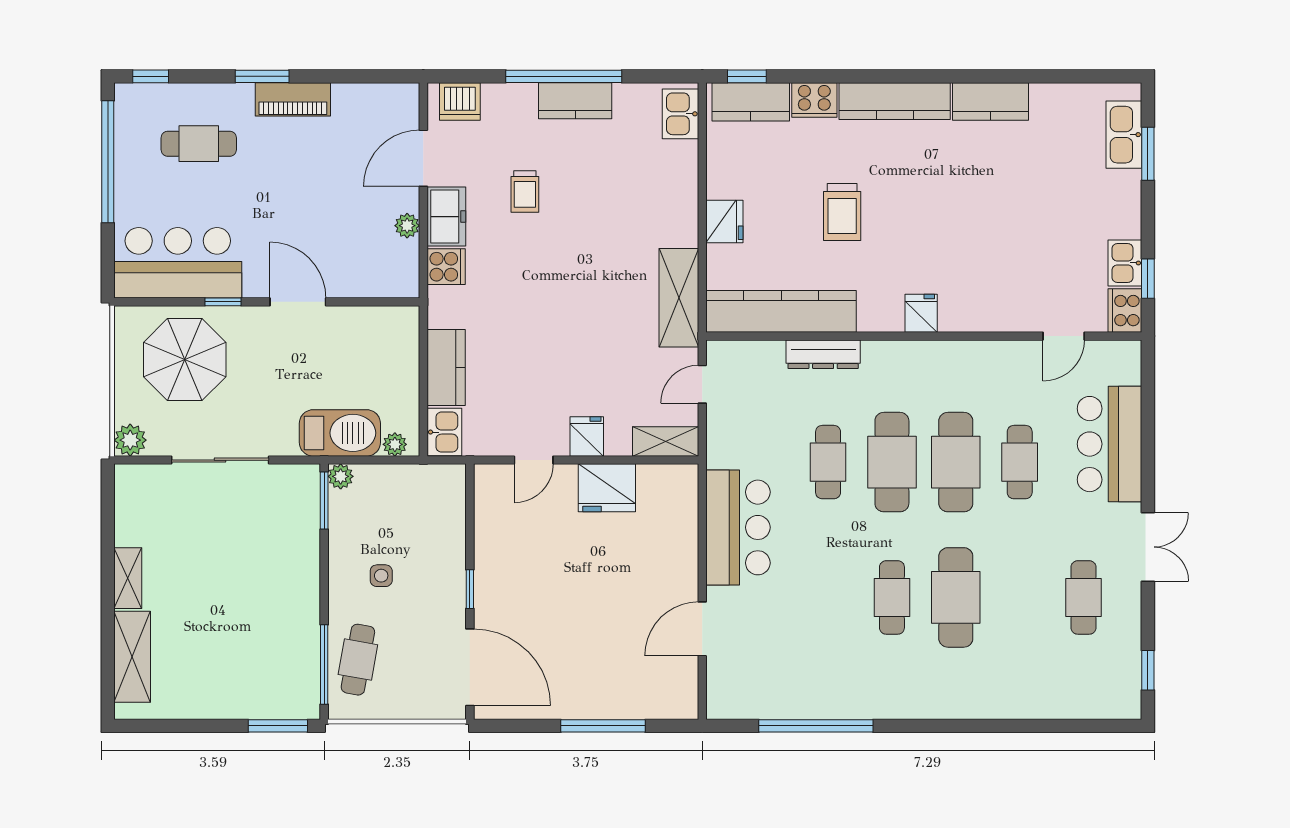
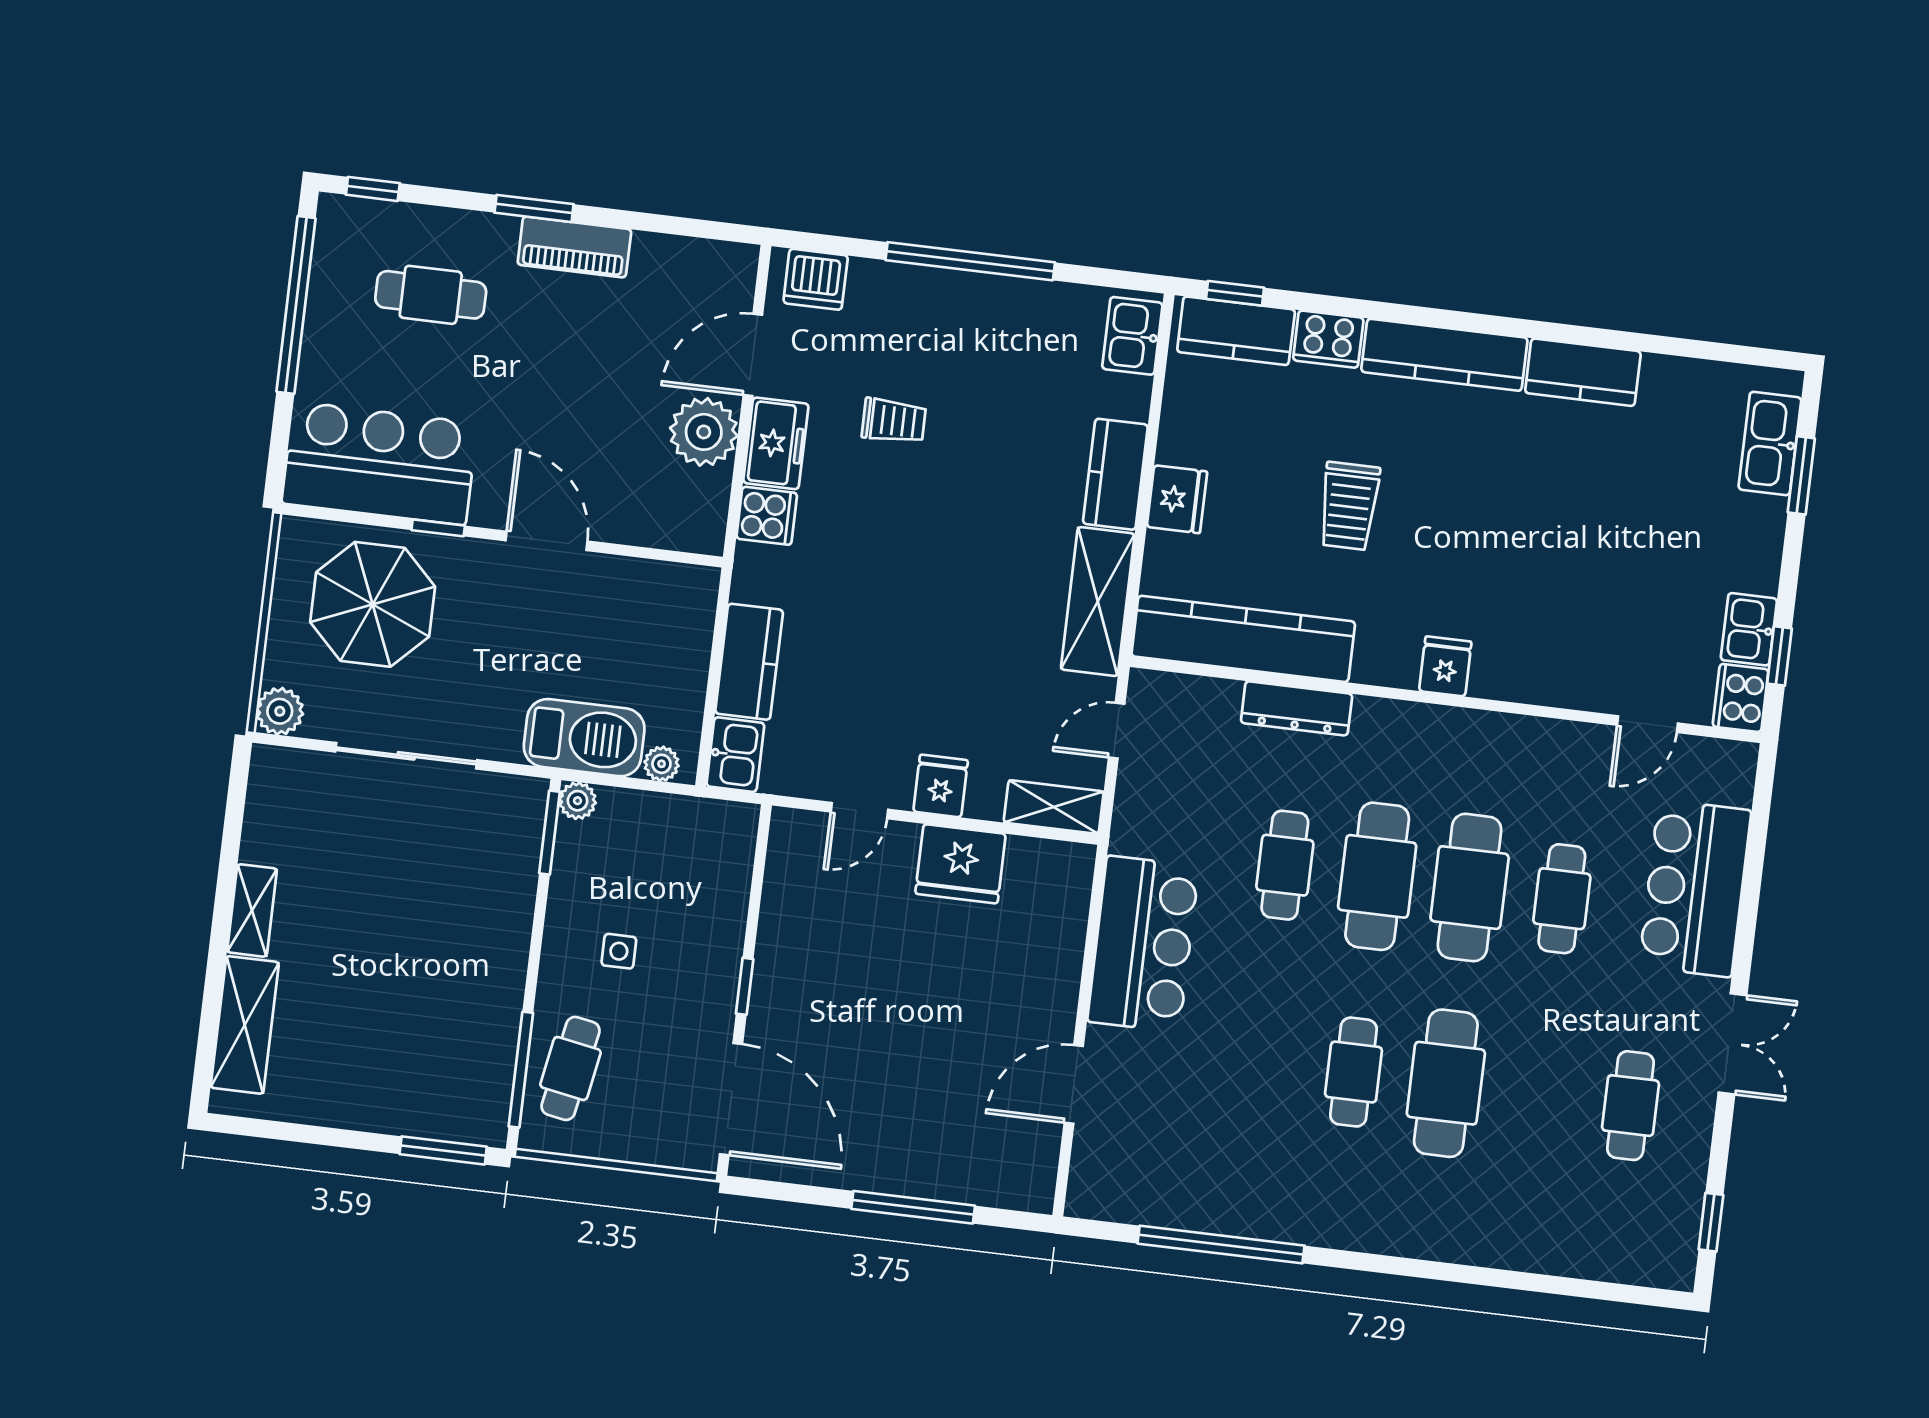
kitchen counter: (575, 101) -> (1115, 474), moved, turned 90
trolley: (525, 191) -> (894, 421), turned -90
plant: (407, 226) -> (704, 432), width x1.88, depth x1.88

